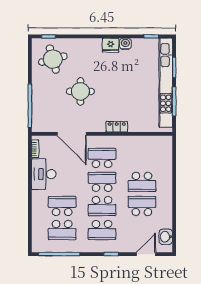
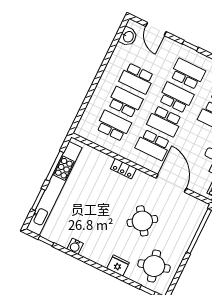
fridge: (111, 45) -> (118, 266), moved
round table: (80, 91) -> (142, 221), turned -35
school desk: (142, 158) -> (114, 126), added
door: (146, 254) -> (156, 29), hinge flipped

